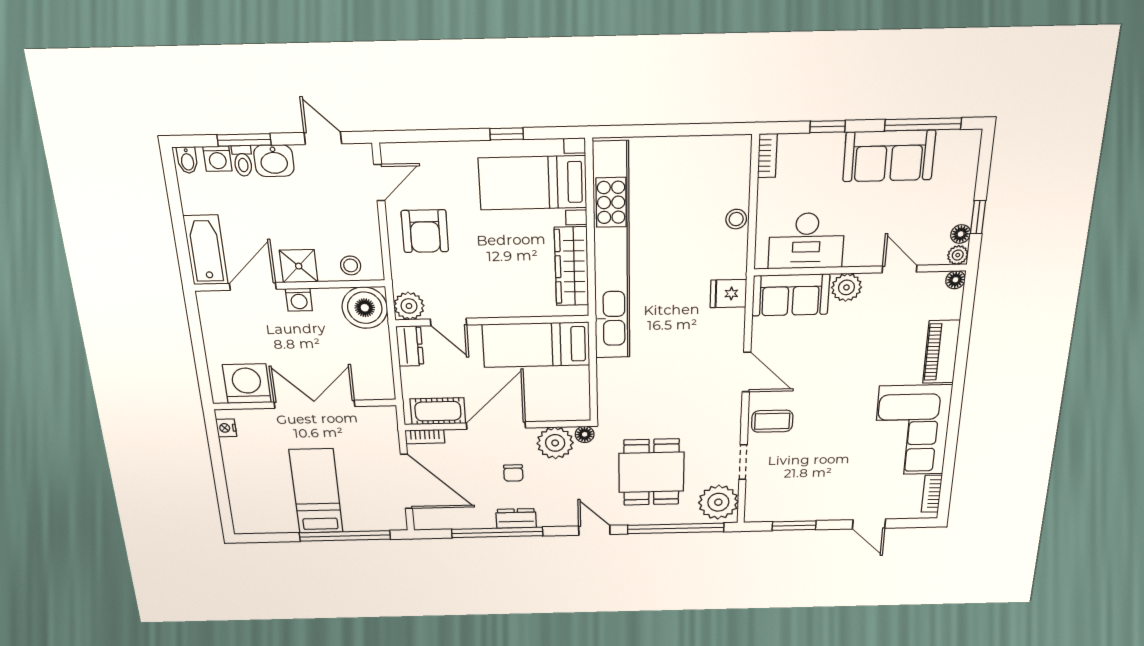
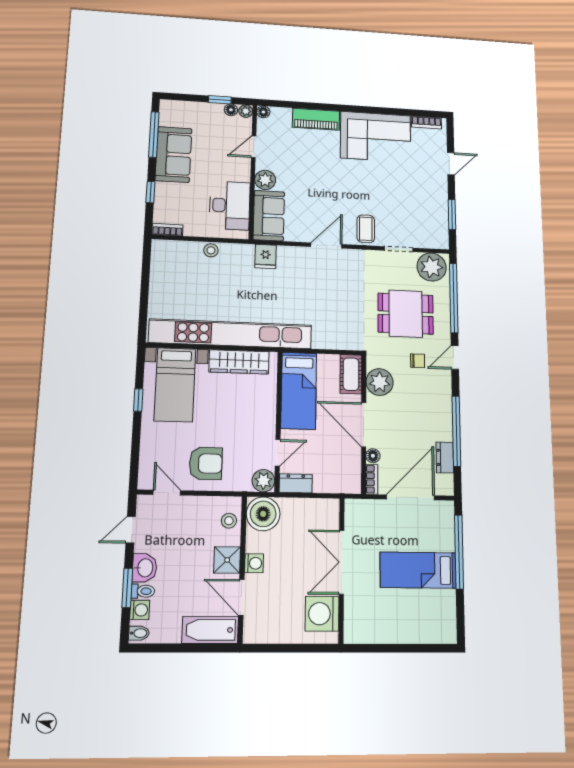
cot: (438, 411) -> (351, 374), moved
nightstand: (226, 428) -> (360, 636), removed
floor lamp: (585, 434) -> (373, 456), moved
chair: (513, 473) -> (418, 361), moved
dresser: (516, 518) -> (445, 457), moved

